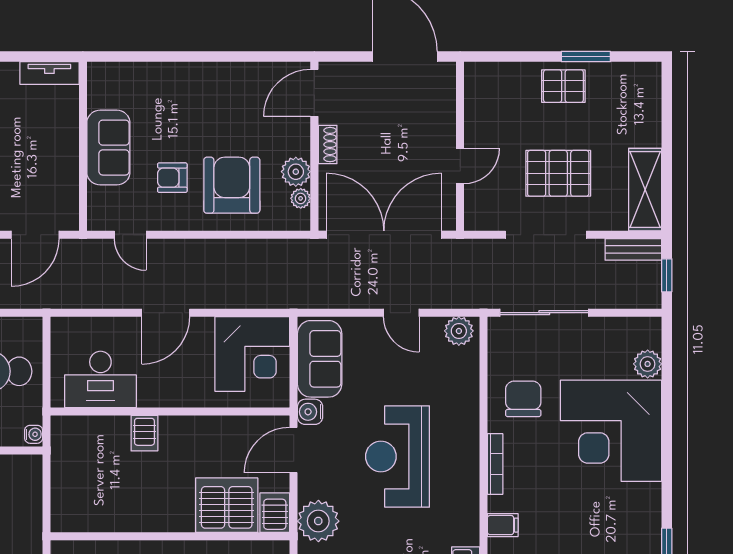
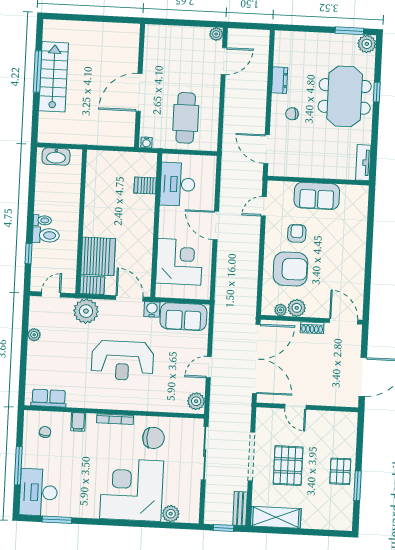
corner desk: (252, 354) -> (179, 262), moved, turned 180
server rack: (144, 433) -> (145, 186), moved
reception desk: (397, 456) -> (122, 361), turned 180

